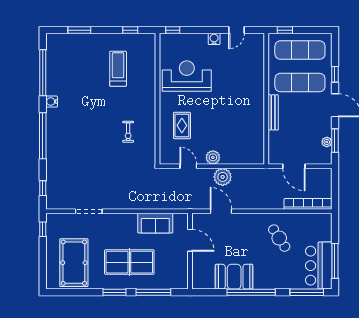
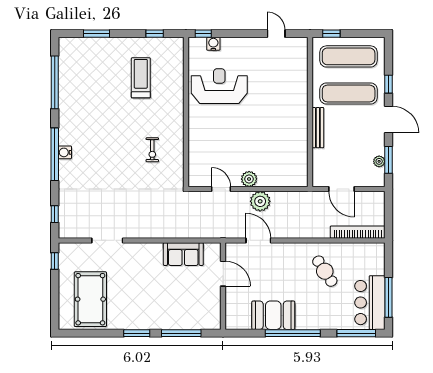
door: (237, 30) -> (276, 34), swing flipped
water cooler: (214, 39) -> (213, 44), moved
water cooler: (52, 102) -> (65, 152), moved
rug: (182, 125) -> (214, 143), removed
table tennis table: (129, 262) -> (154, 299), removed

